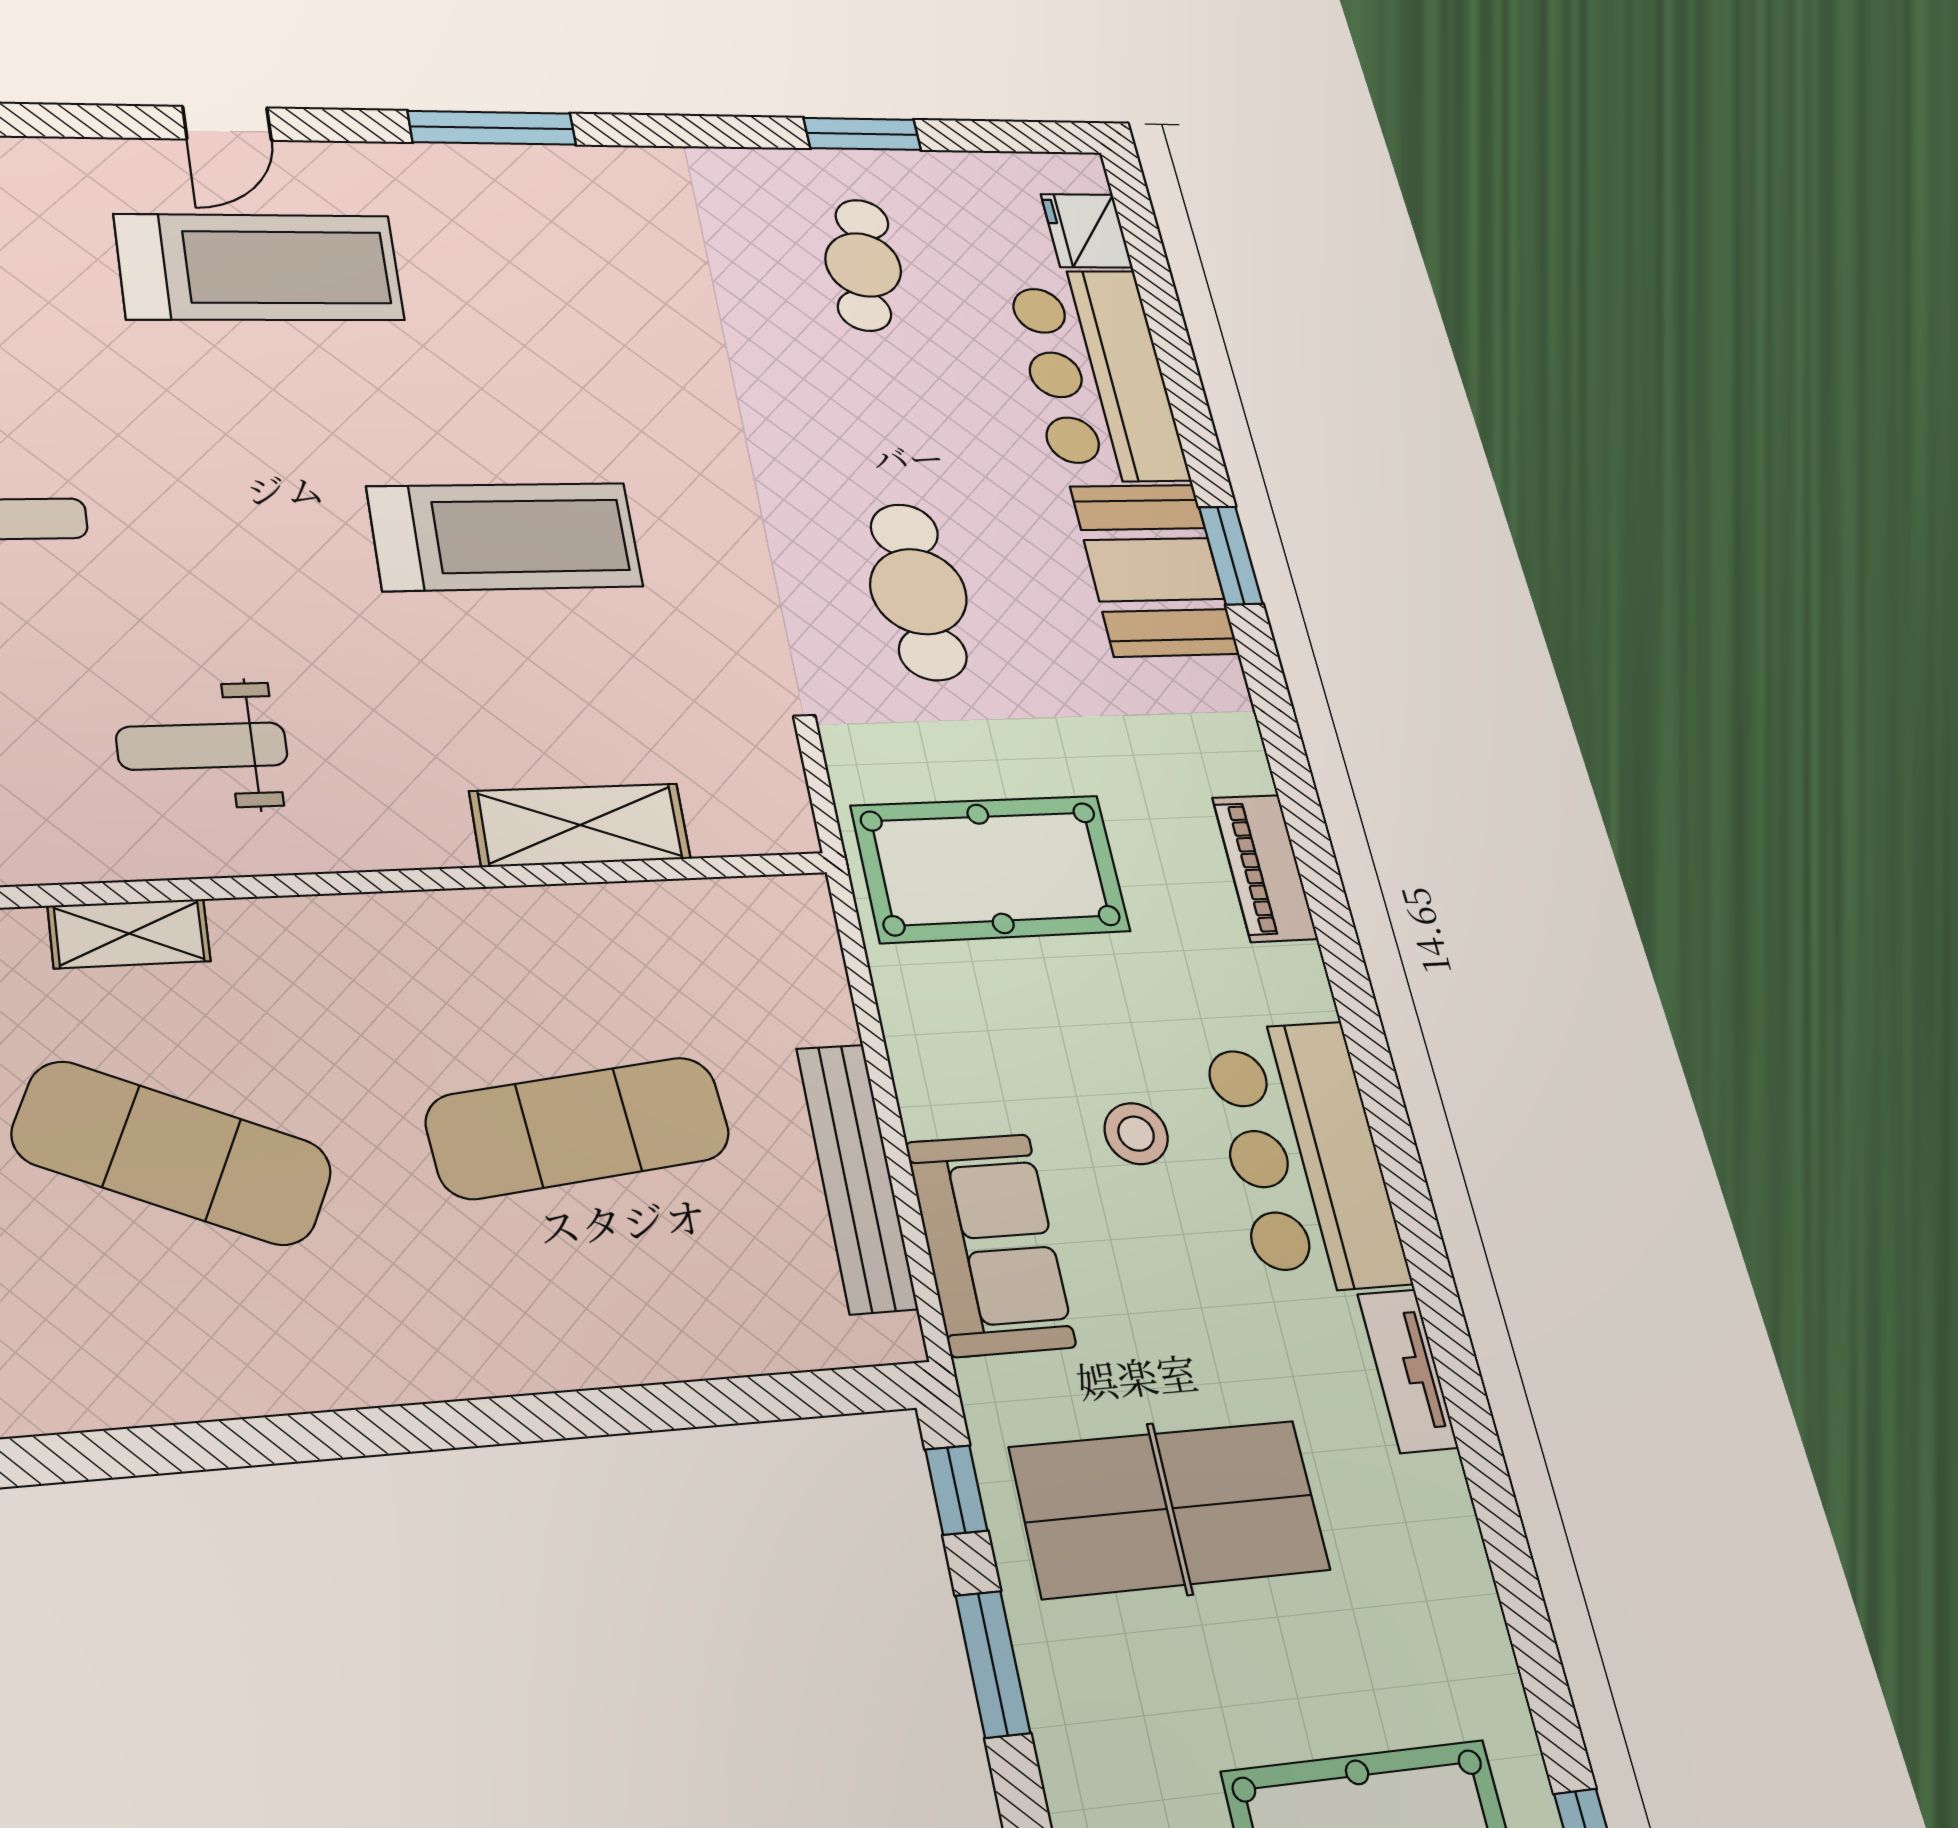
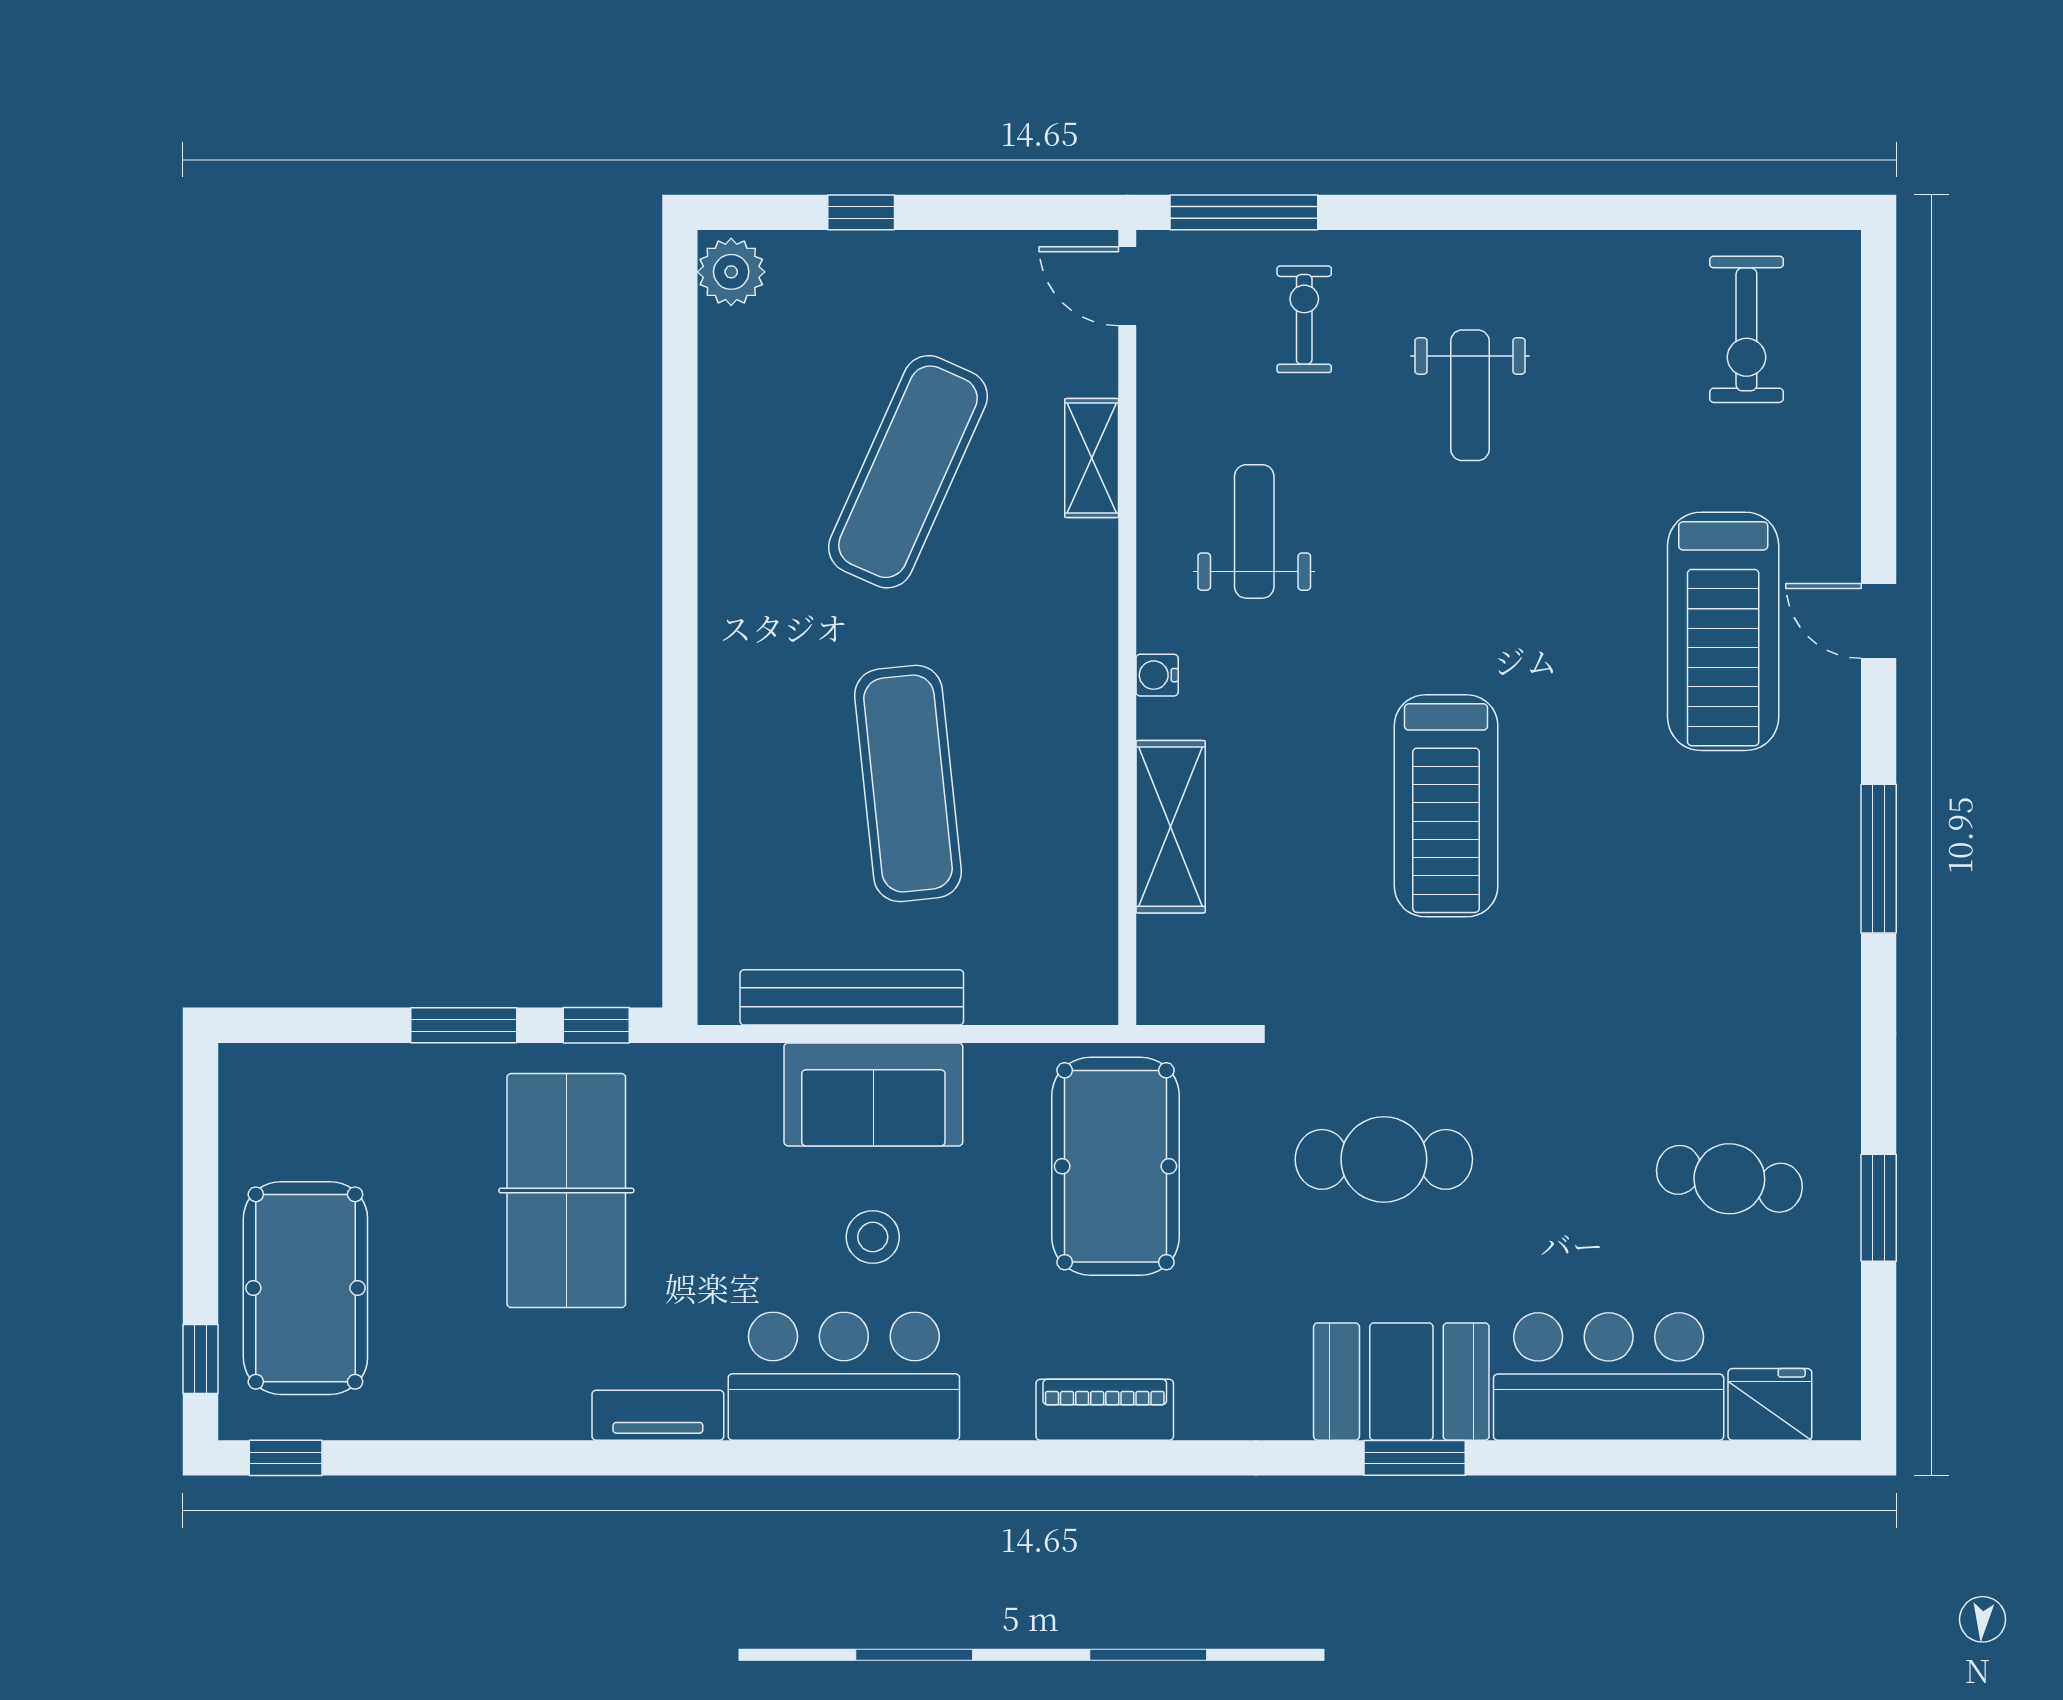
water cooler: (397, 847) -> (1157, 675), added
sofa: (990, 1244) -> (873, 1094), moved

